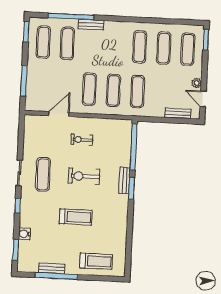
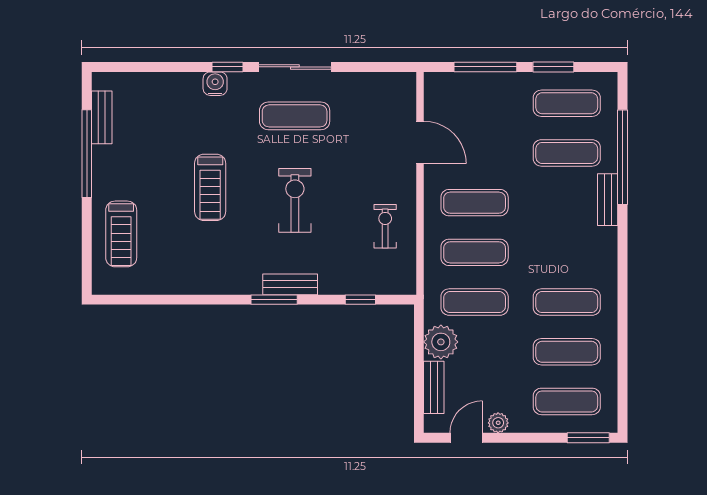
window: (26, 32) -> (553, 67), moved
plant: (156, 109) -> (441, 342), added
exercise bike: (82, 140) -> (385, 226), moved
window: (134, 147) -> (360, 300), width x0.32
sliding door: (19, 173) -> (295, 67), width x1.37
water cooler: (24, 234) -> (215, 84), moved
window: (16, 250) -> (136, 67), removed
bench: (52, 268) -> (102, 117), moved

